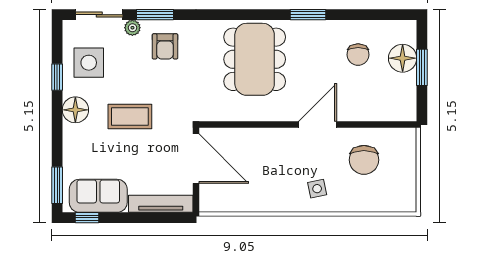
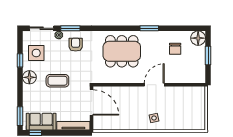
armchair: (165, 46) -> (76, 45), turned 180
floor lamp: (403, 58) -> (198, 38), moved
dining table: (255, 59) -> (122, 51), turned 90
chair: (364, 160) -> (178, 103), removed

